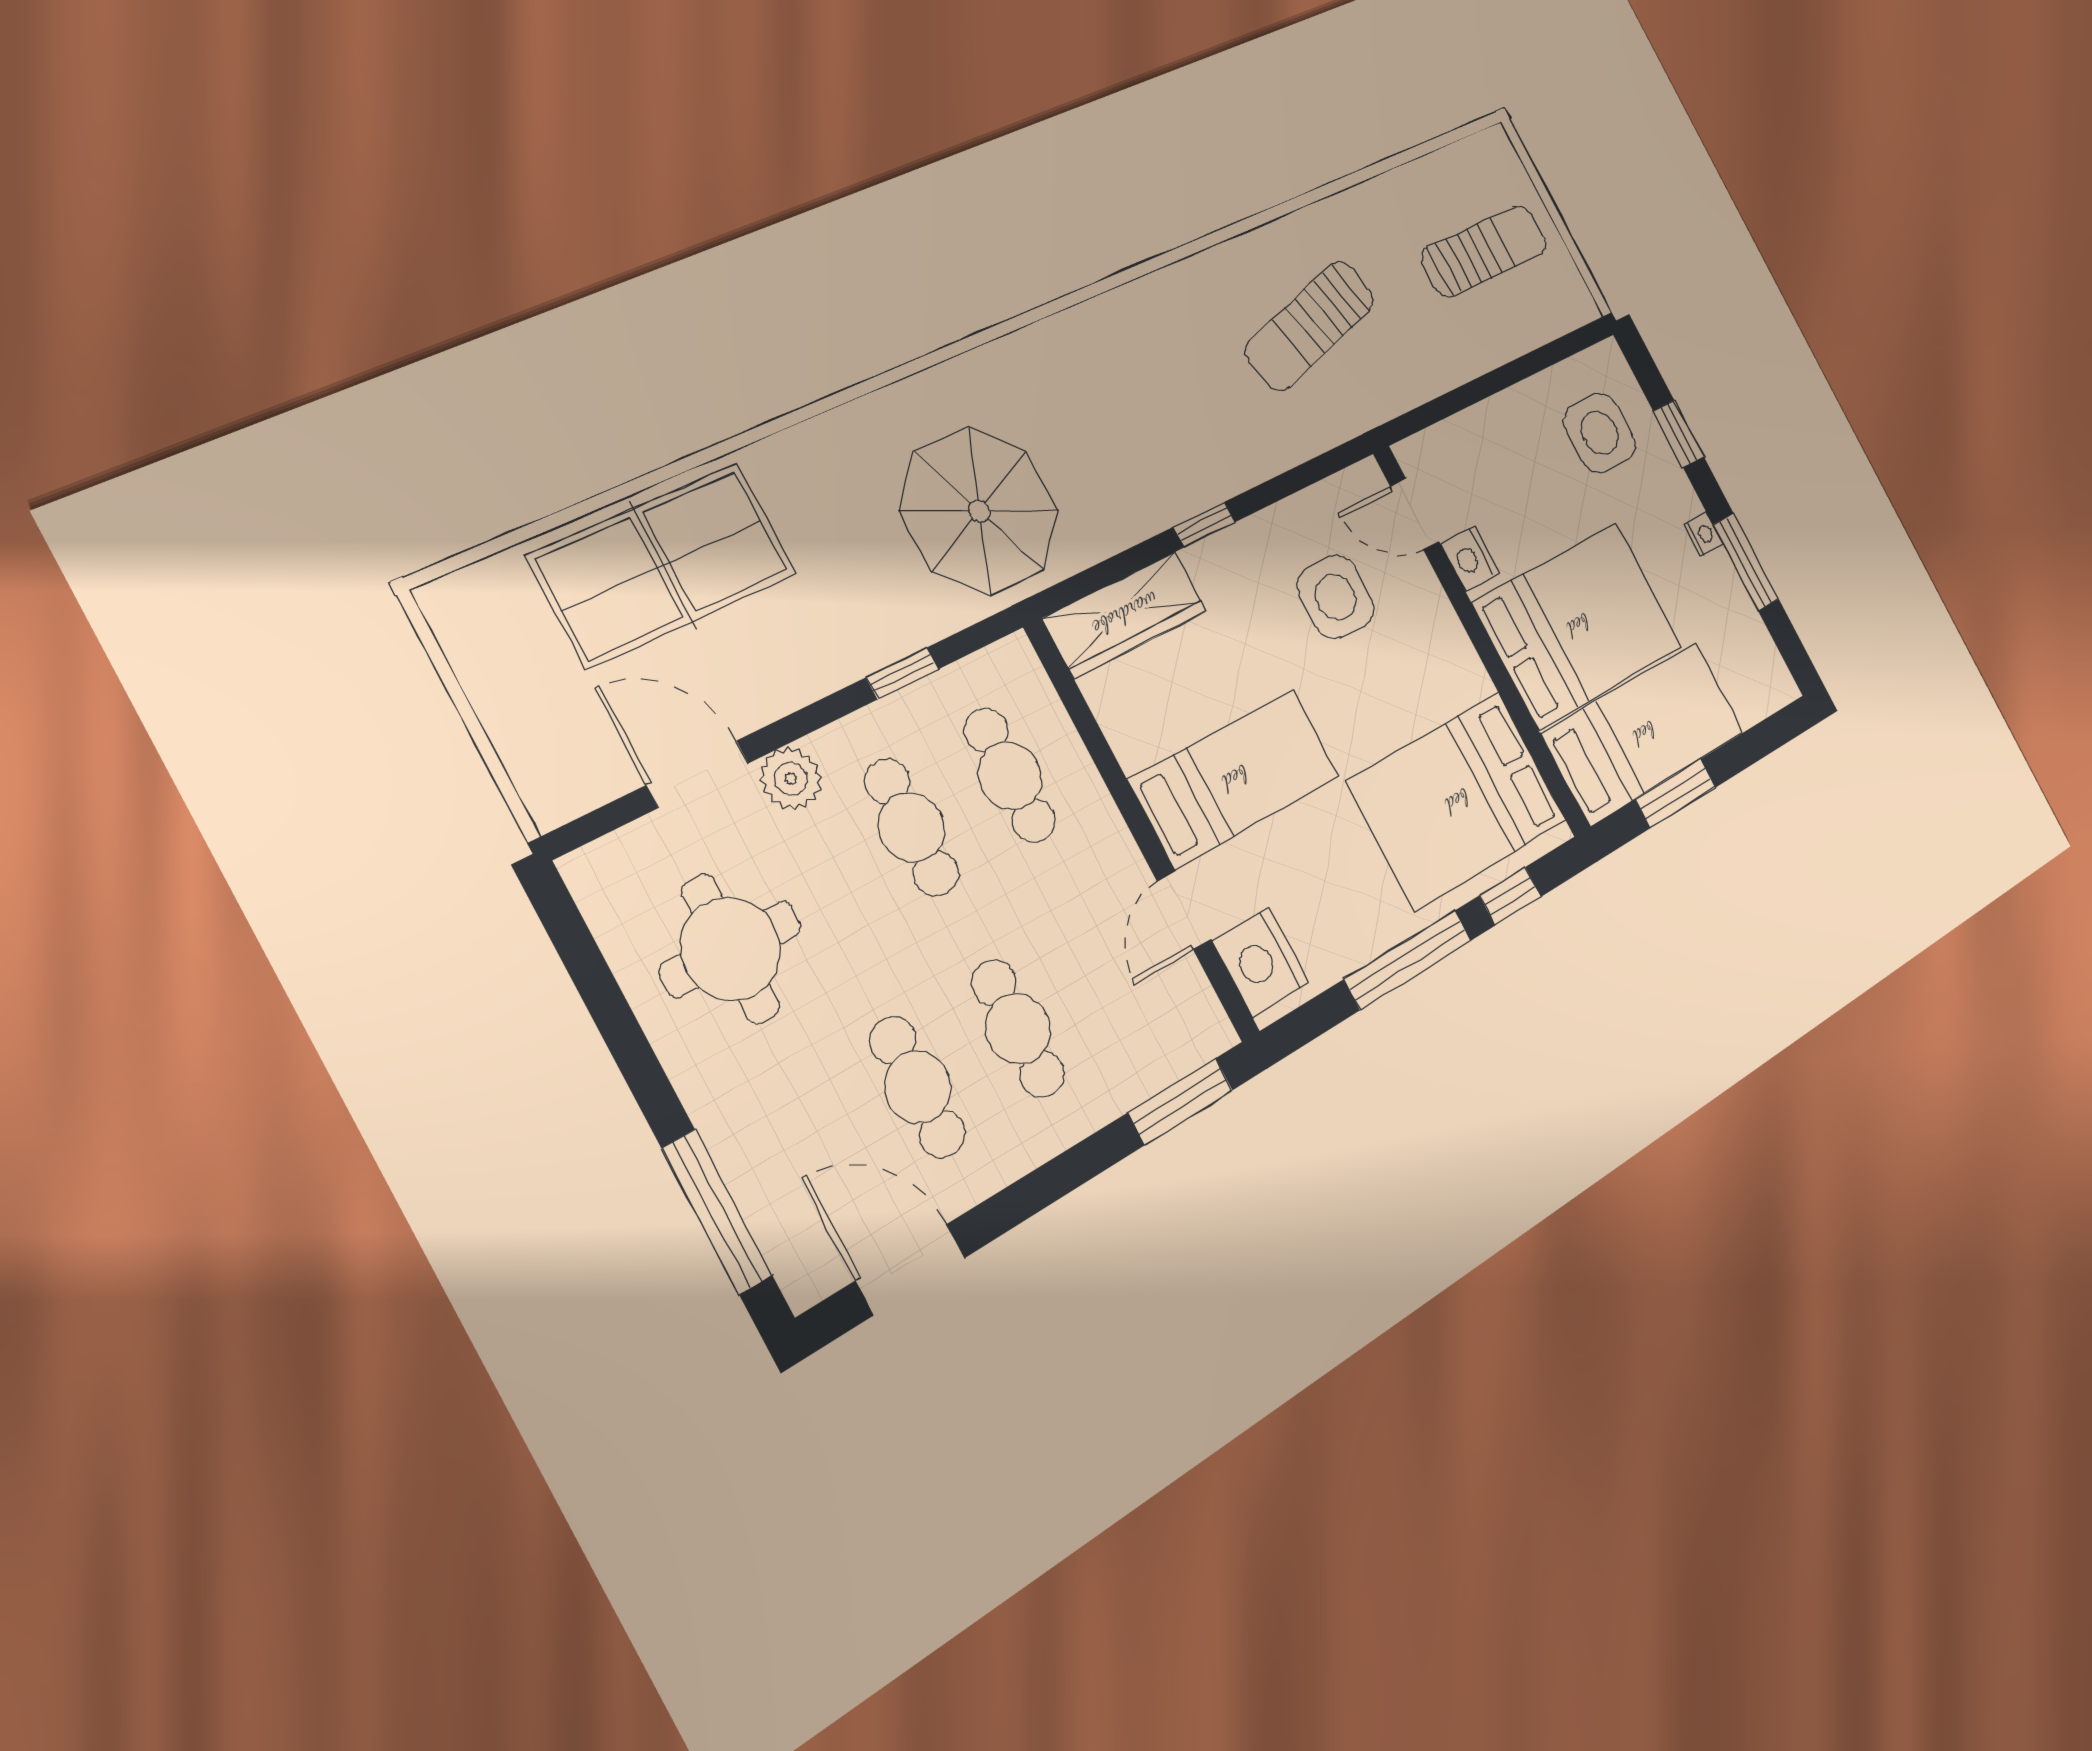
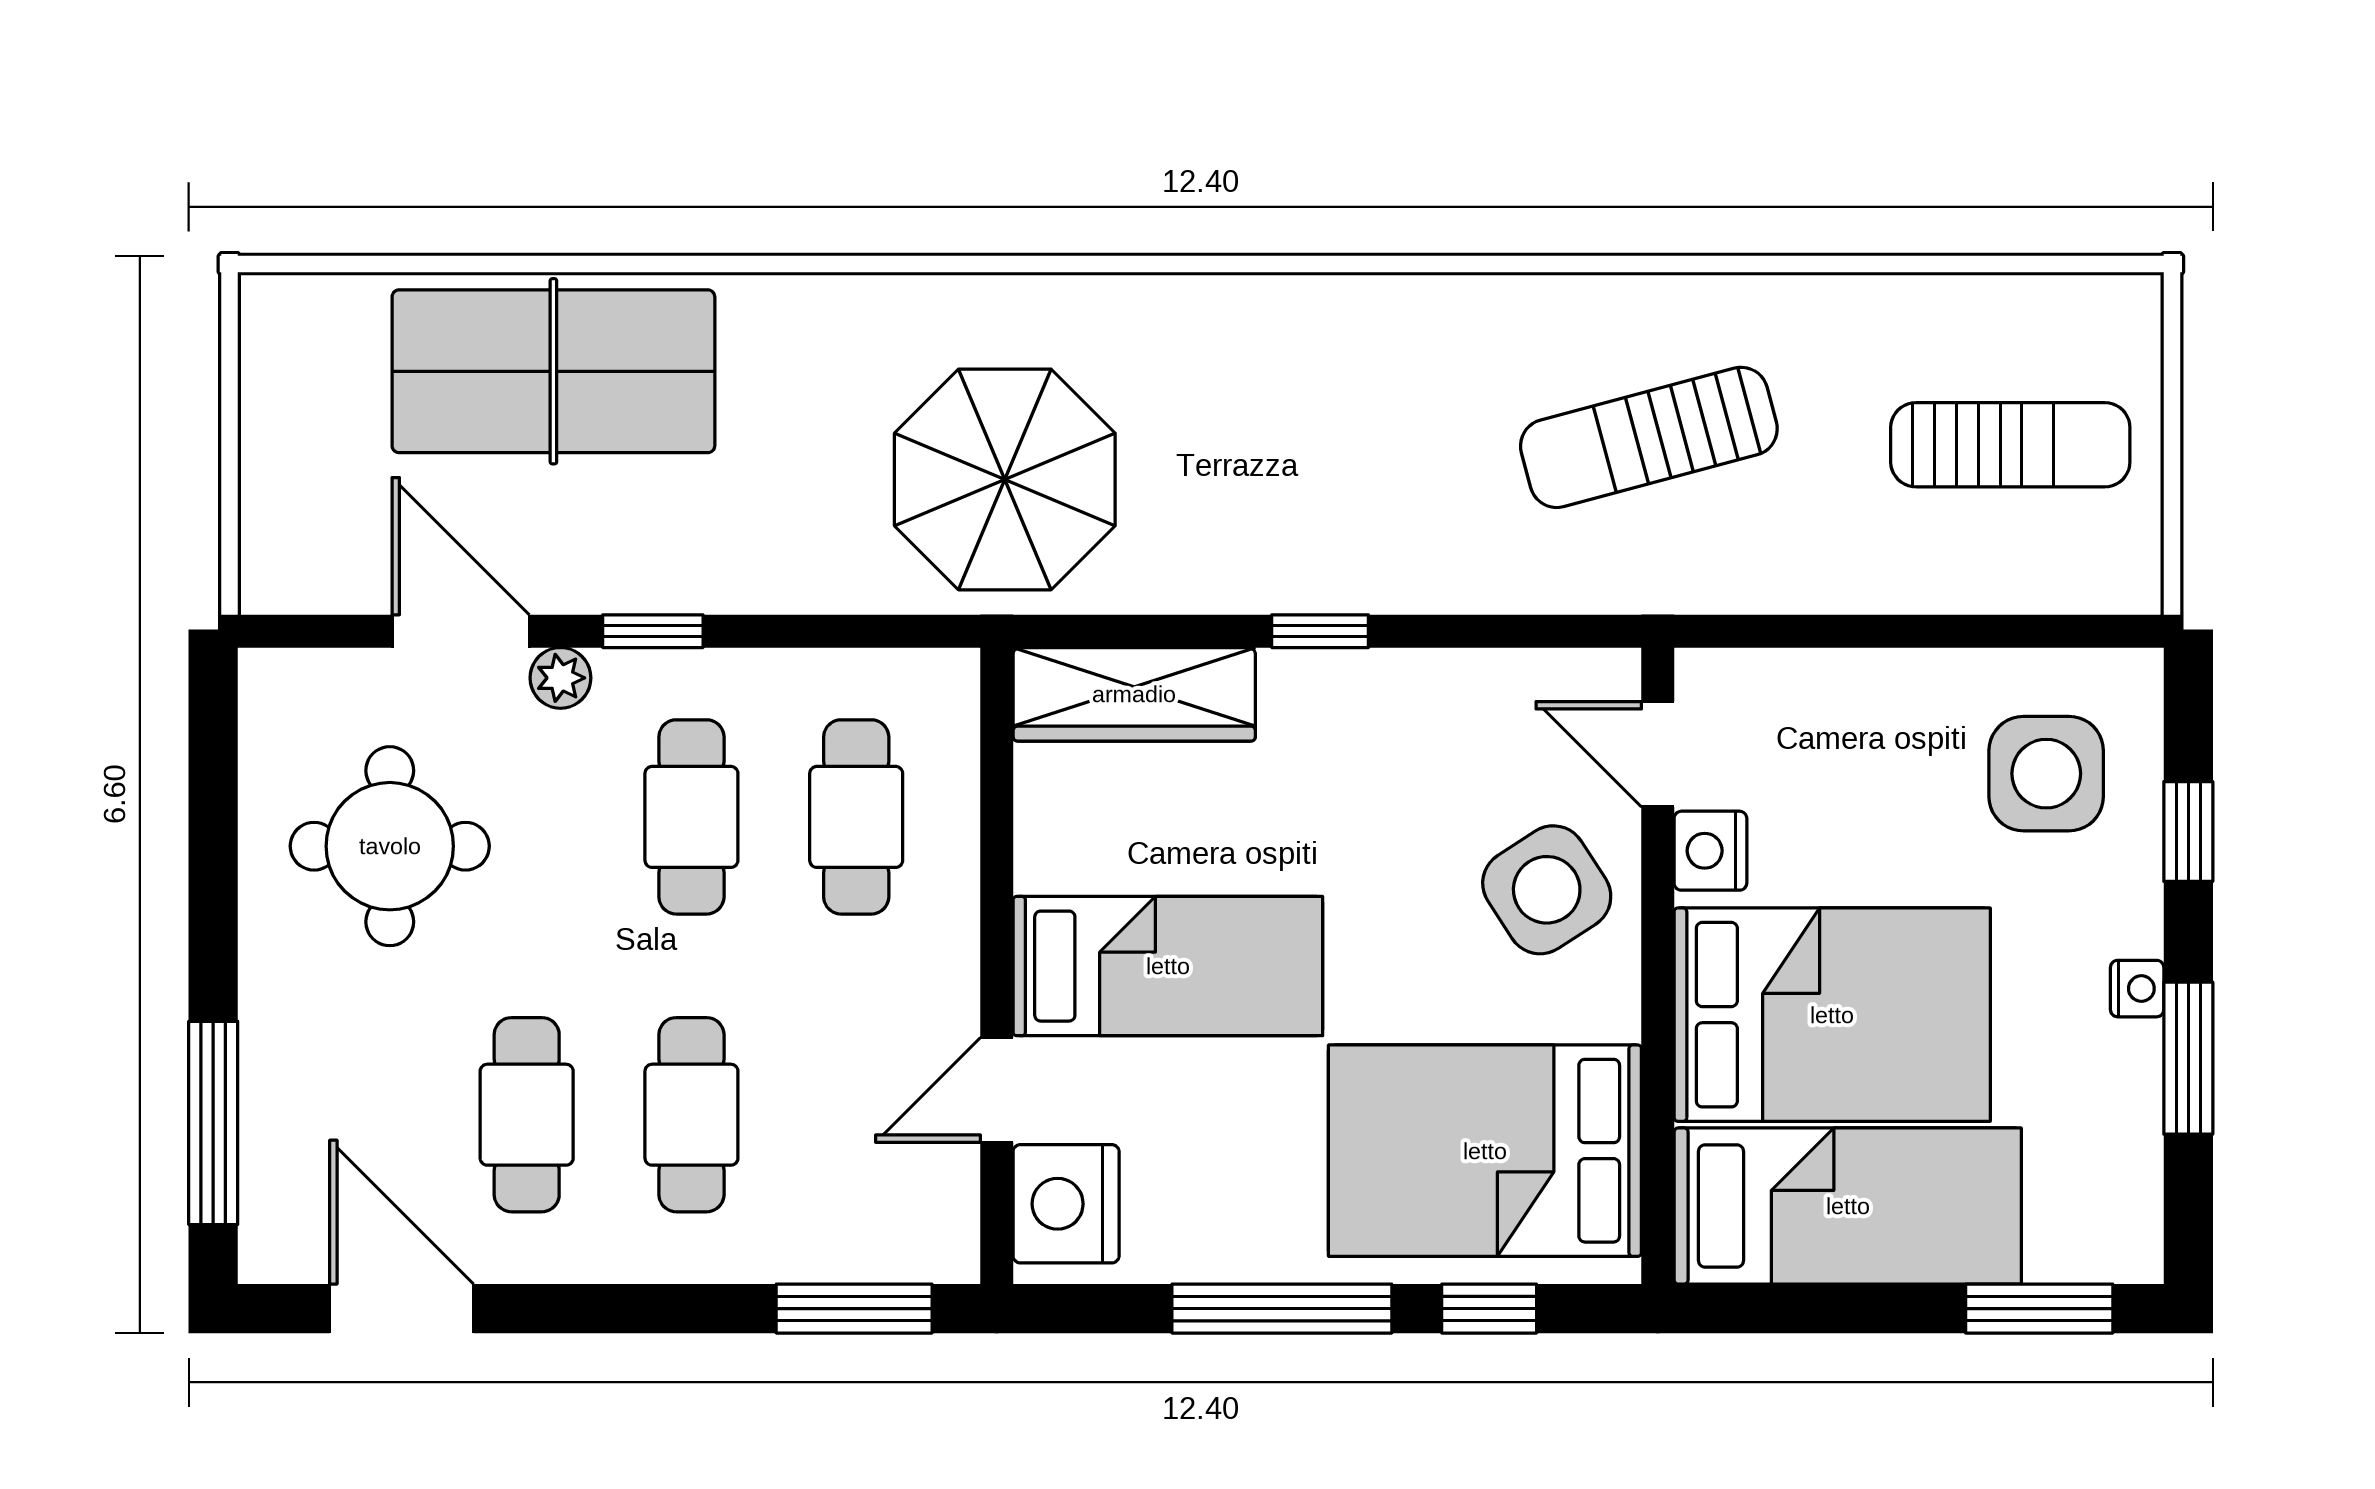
side table: (1336, 597) -> (1547, 890), moved, turned -33
window: (902, 673) -> (653, 631), moved
plant: (791, 779) -> (560, 678), width x0.73, depth x0.73
window: (1676, 793) -> (2039, 1309), moved

